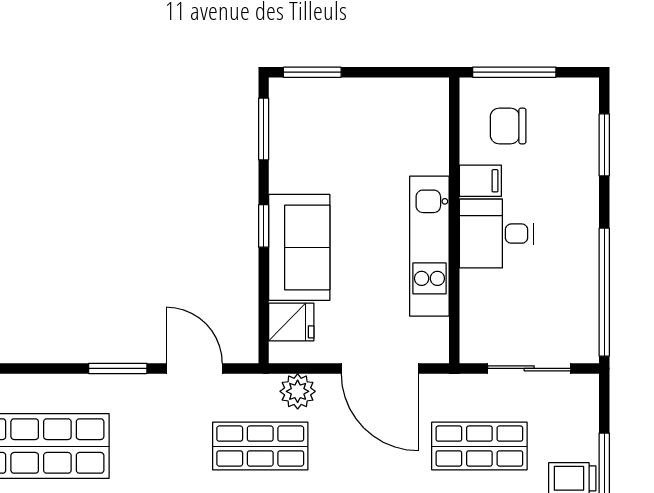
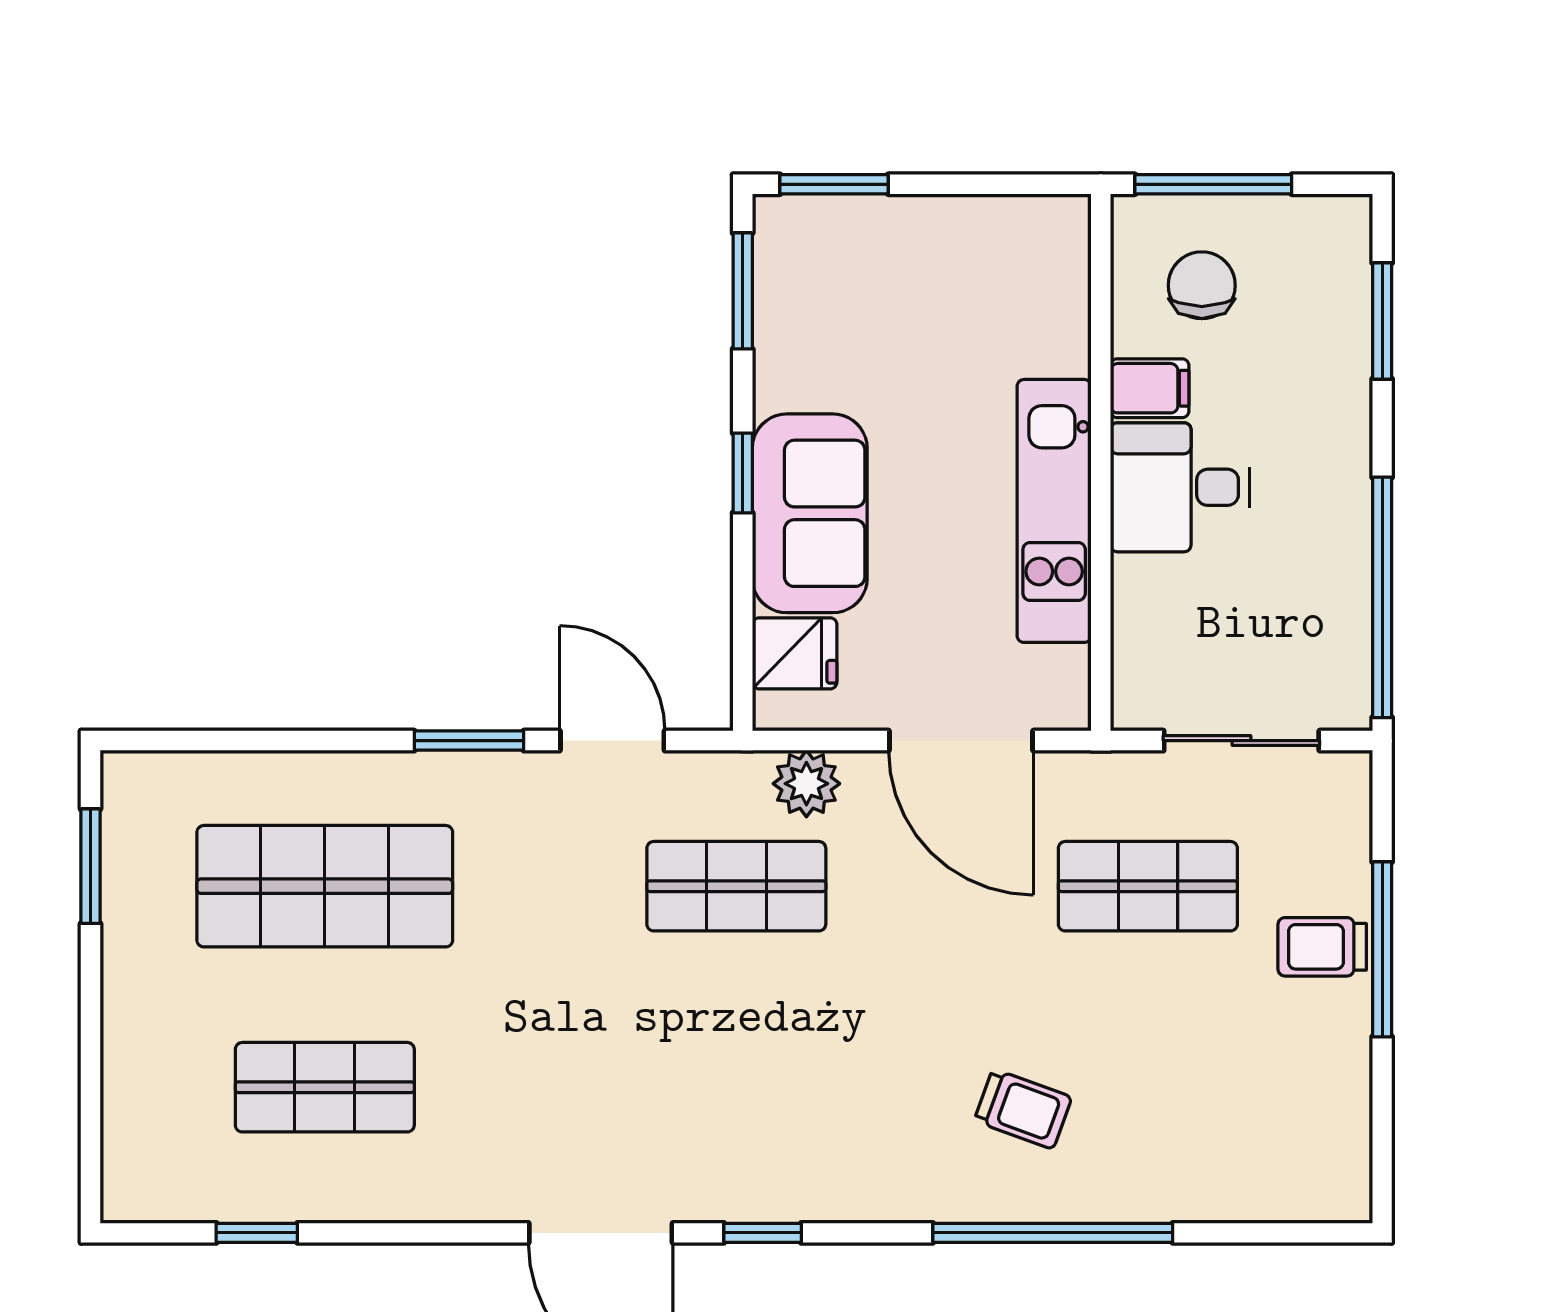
chair: (508, 126) -> (1202, 285), turned 90

